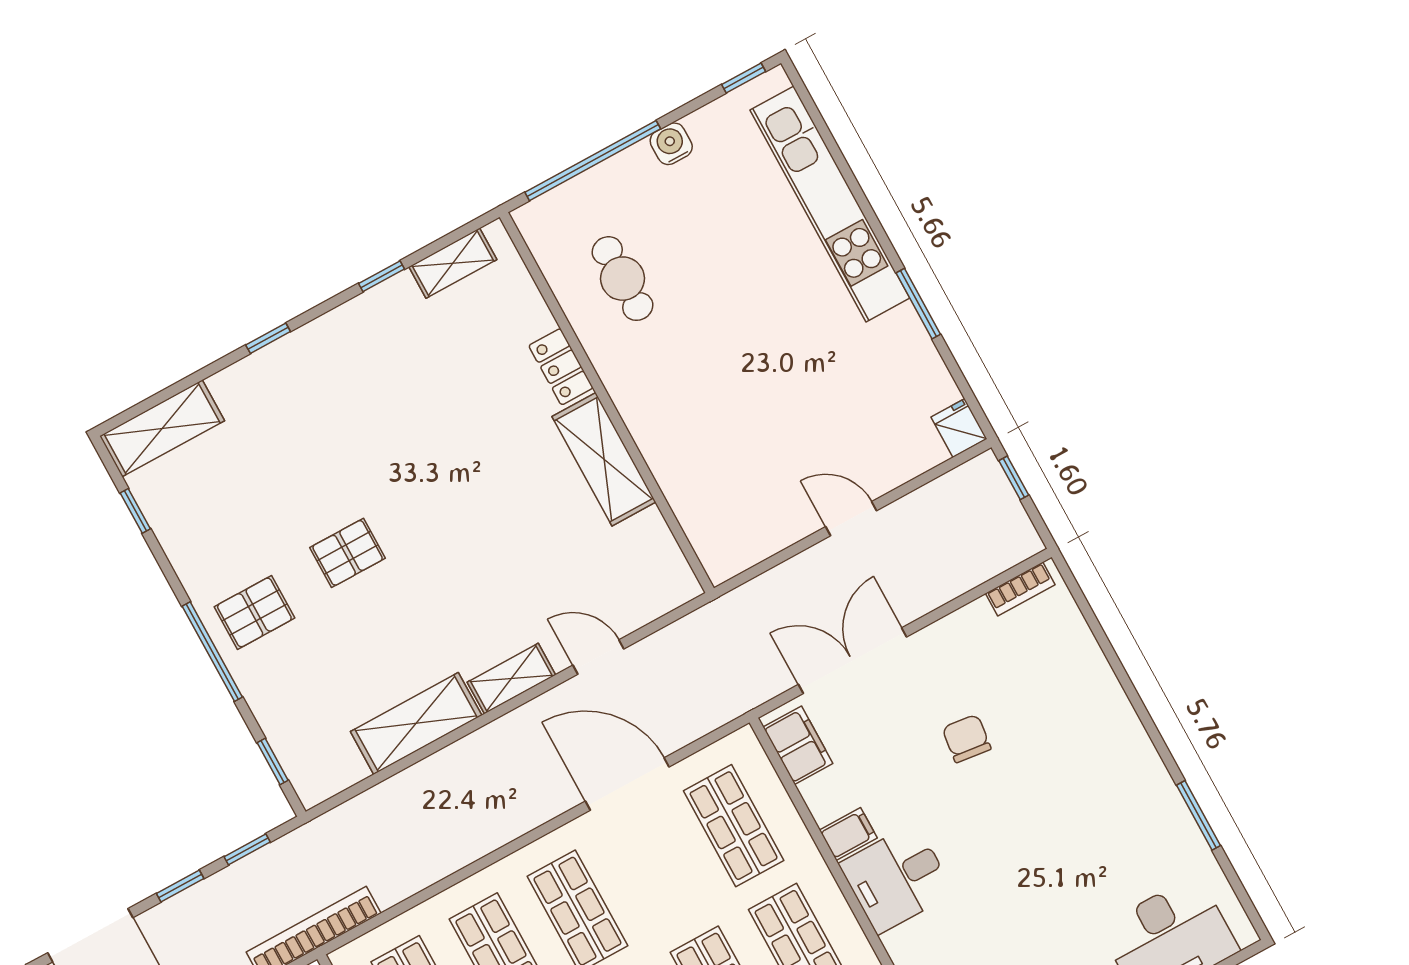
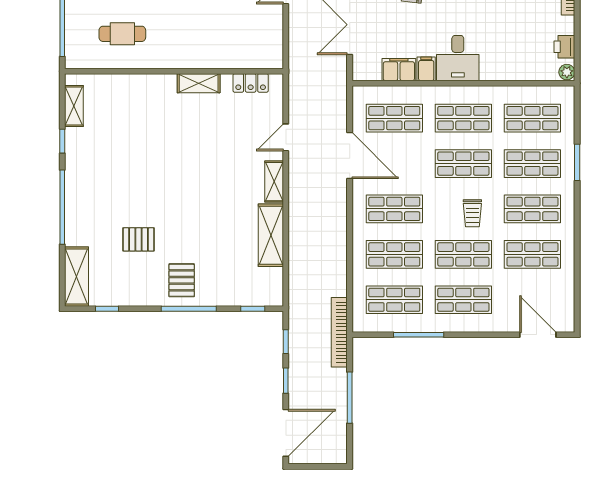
window: (268, 338) -> (62, 207), width x3.17
locker: (561, 367) -> (251, 83), moved
shelving: (604, 459) -> (199, 83), width x0.67, depth x0.75
pallet: (348, 553) -> (139, 239), moved, turned 90
filing cabinet: (798, 745) -> (399, 70), moved
door: (627, 784) -> (350, 155), swing flipped

